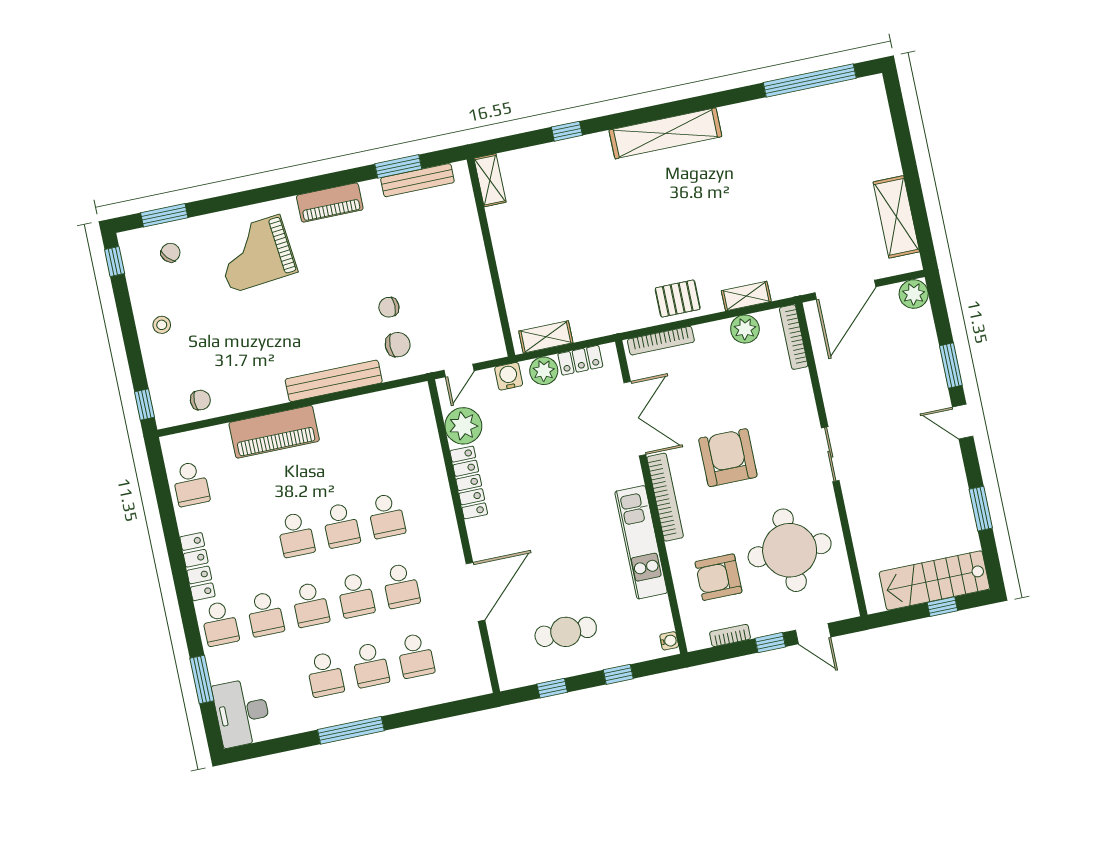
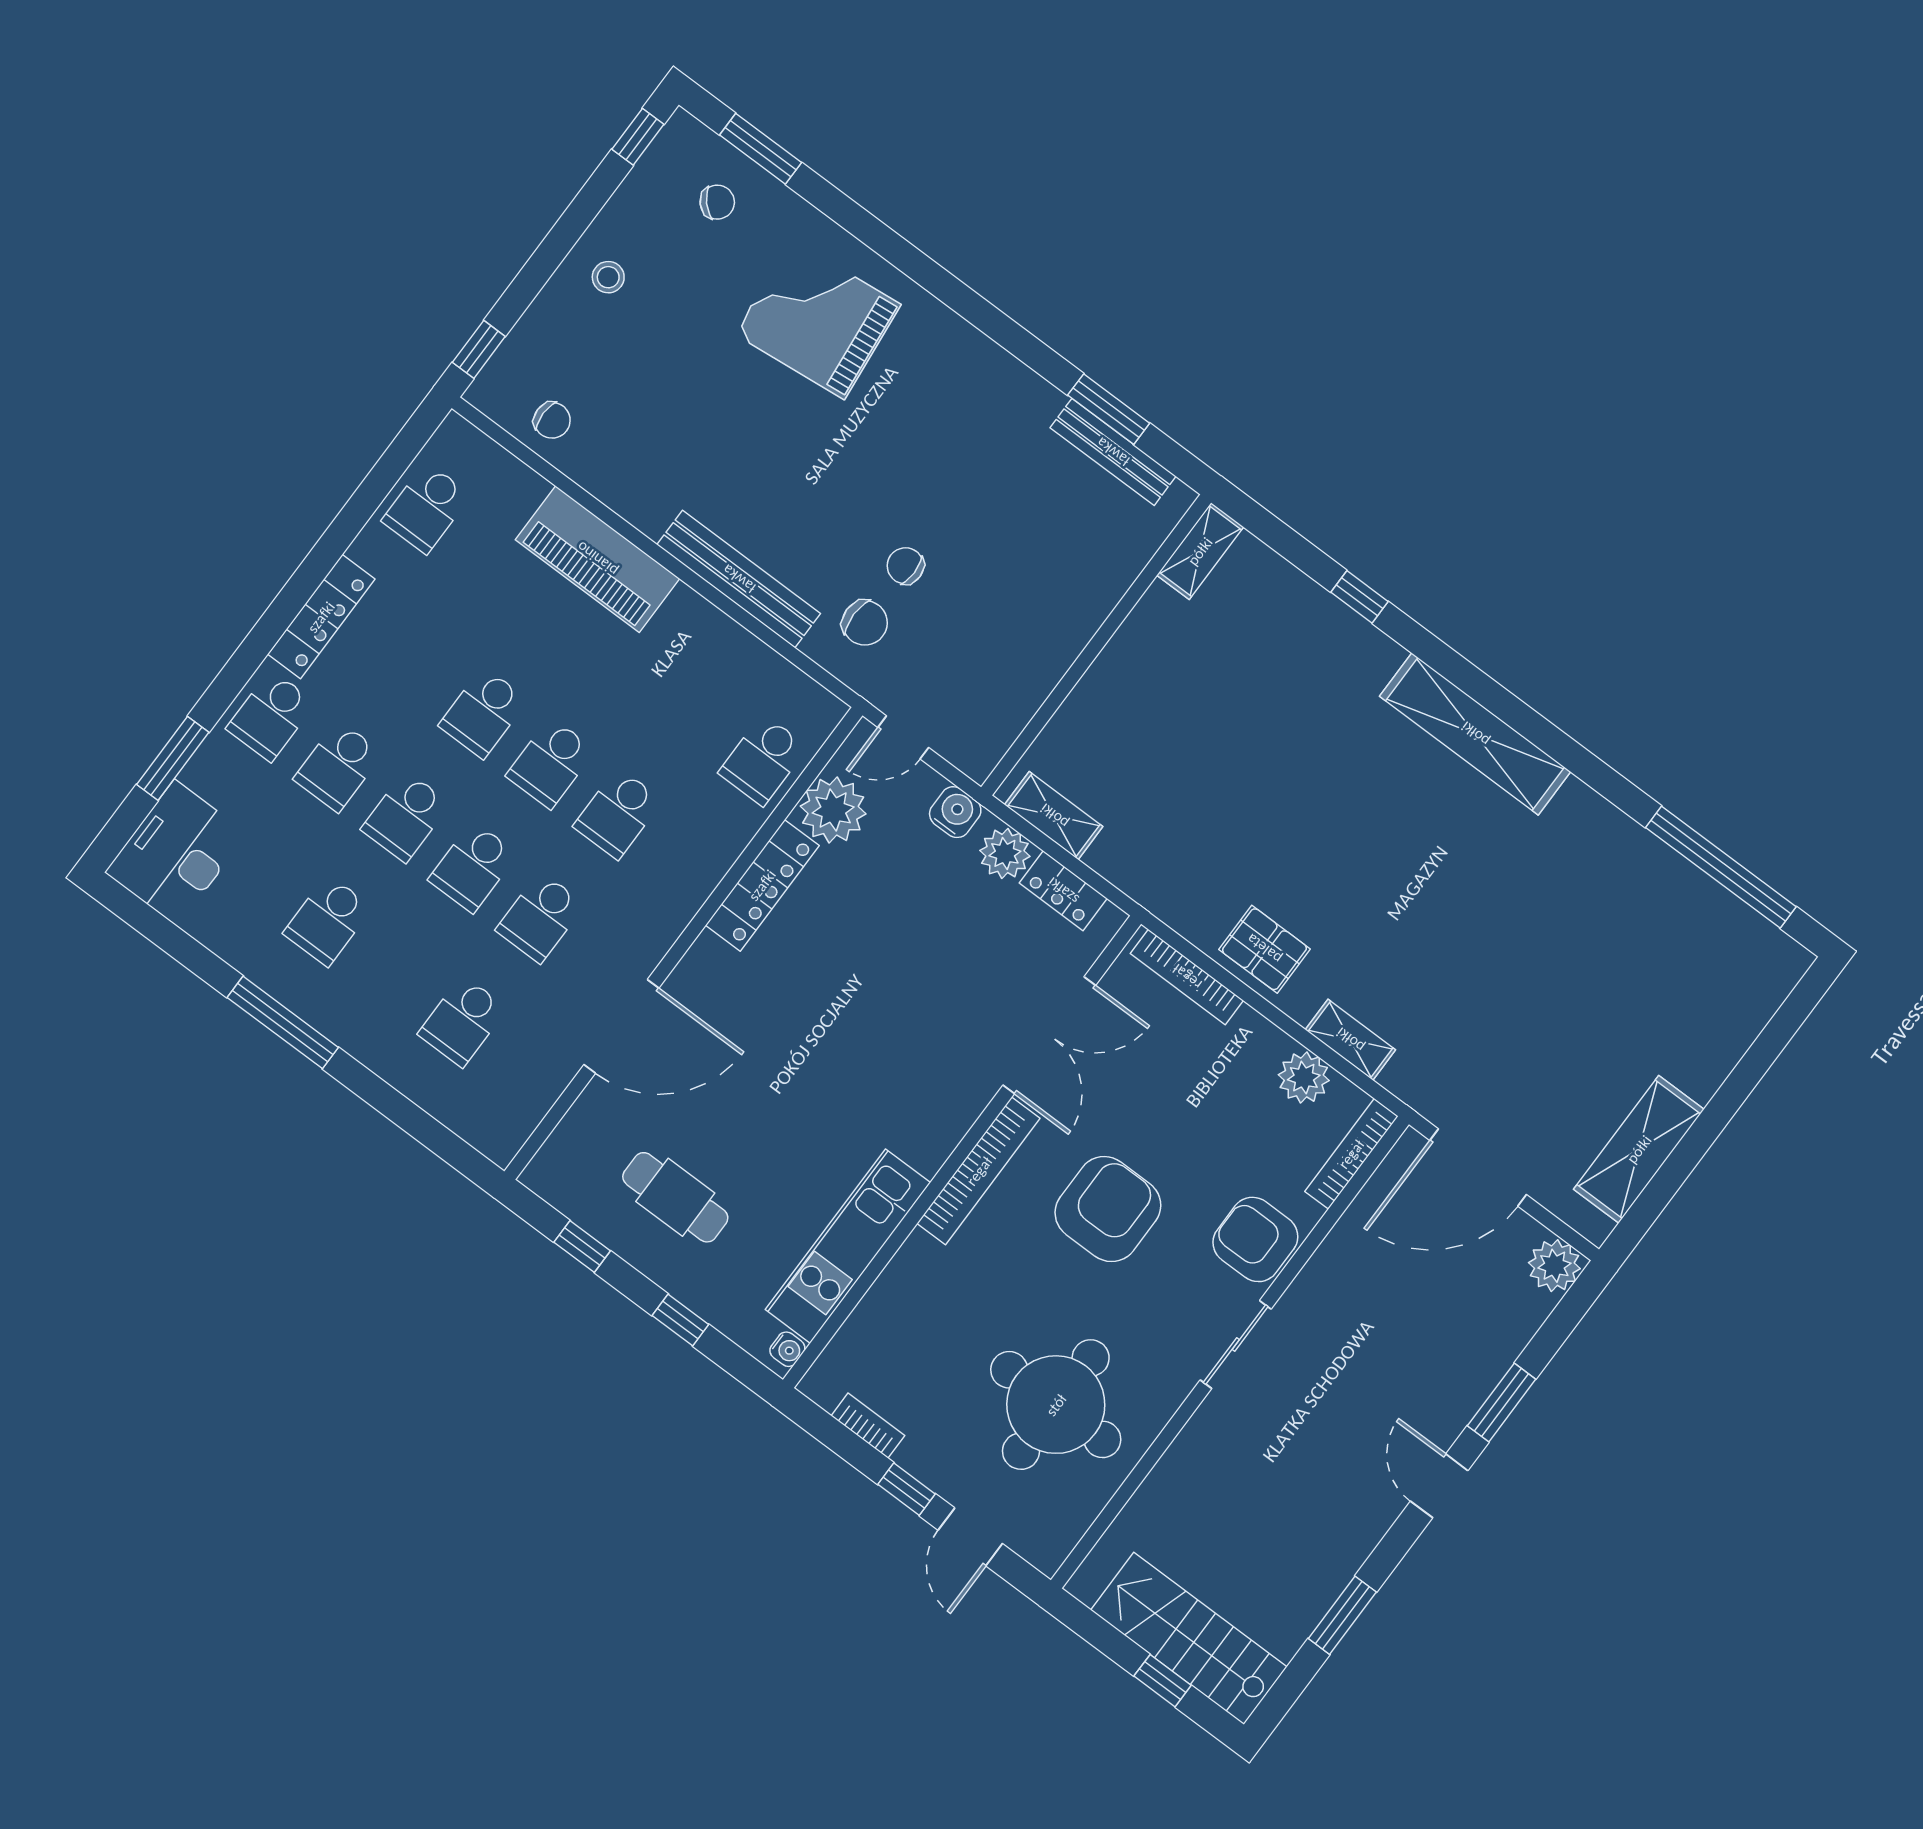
piano: (330, 203) -> (977, 359), removed
kitchen unit: (641, 542) -> (848, 1246), moved
armchair: (718, 577) -> (1255, 1239), moved
school desk: (370, 665) -> (763, 760), moved

